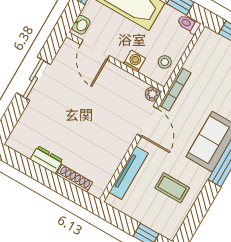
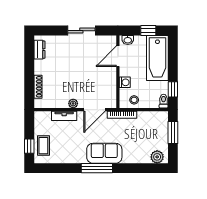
plant: (152, 94) -> (73, 103), moved
dresser: (47, 160) -> (39, 50), moved
tv unit: (129, 173) -> (64, 116), width x0.71
coffee table: (172, 188) -> (43, 146), moved

